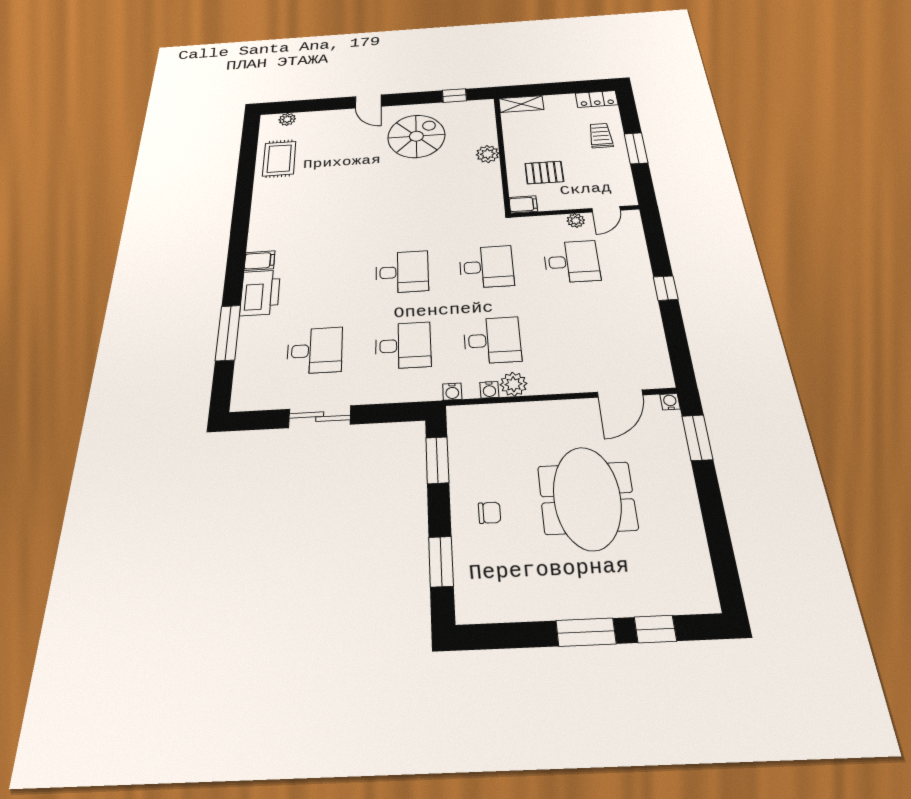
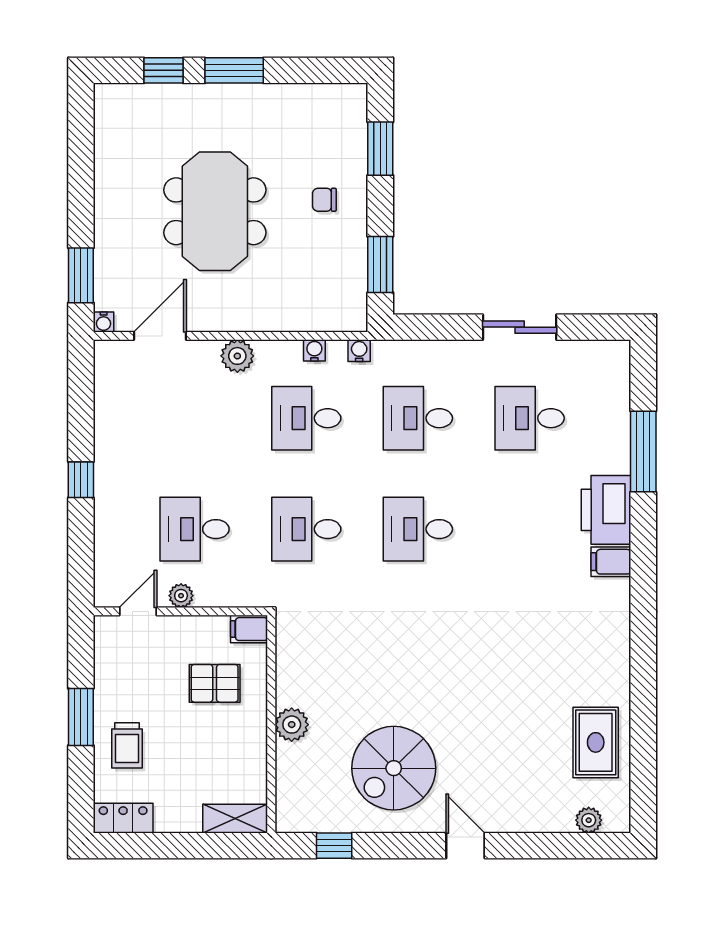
plant: (514, 384) -> (237, 356), moved

